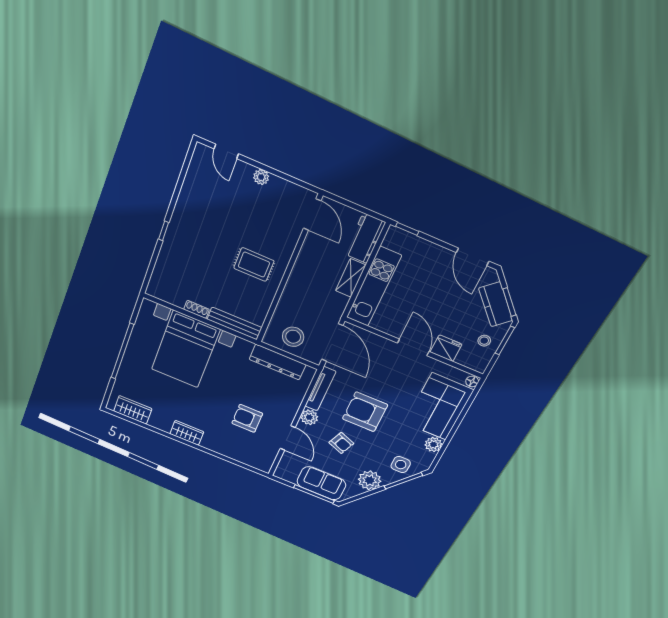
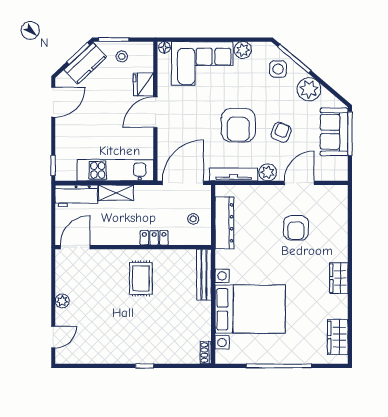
locker: (290, 294) -> (154, 238), added
shoe rack: (197, 309) -> (206, 353), moved
stool: (293, 337) -> (193, 219), width x0.53, depth x0.53

